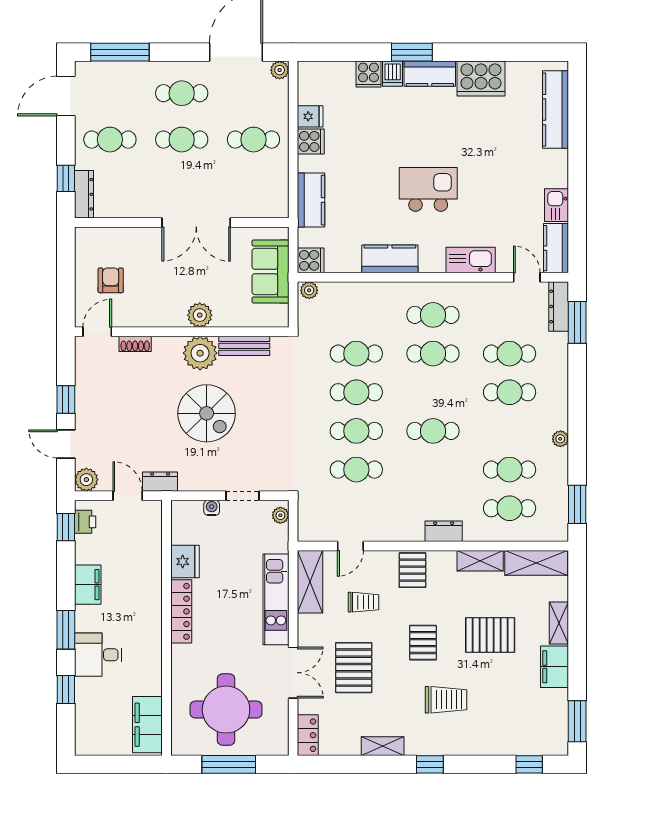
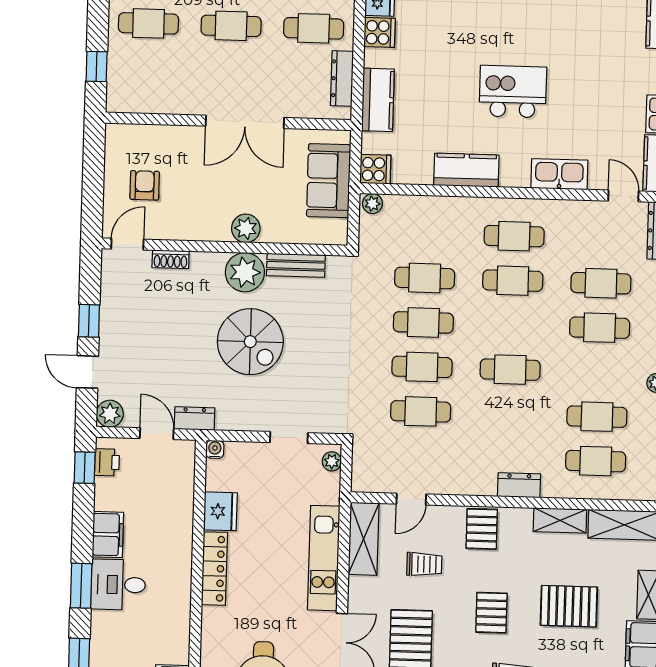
dresser: (84, 194) -> (342, 78), moved, turned 180
water cooler: (212, 508) -> (215, 449), moved
desk: (98, 655) -> (118, 585), moved

